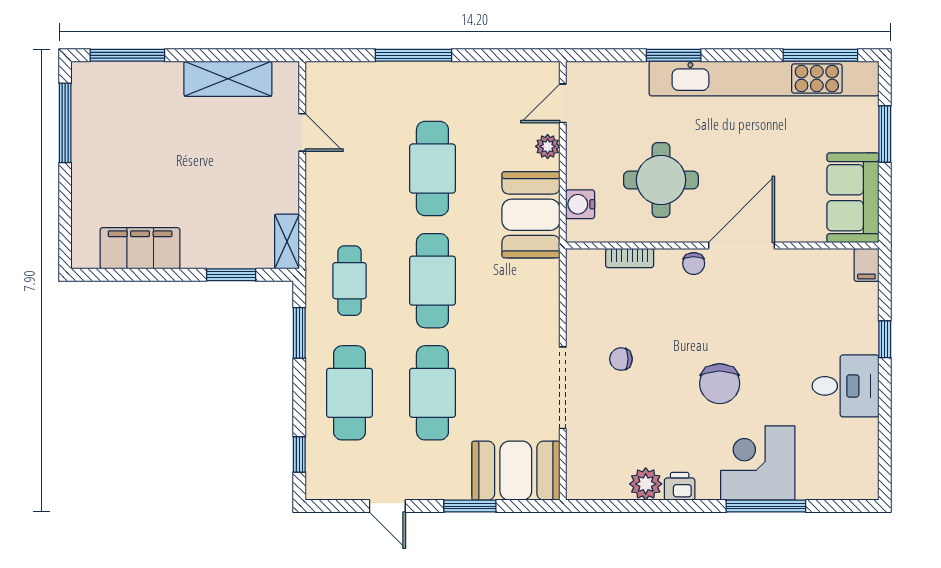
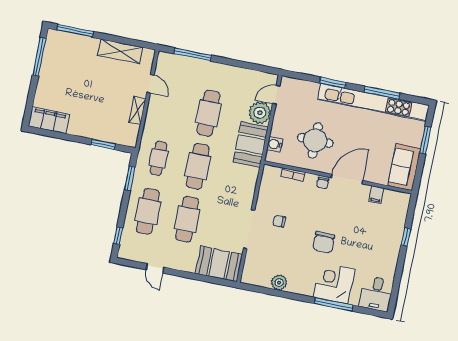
window: (413, 55) -> (193, 54), moved
window: (820, 55) -> (382, 93), moved
plant: (548, 146) -> (260, 113), width x1.87, depth x1.87
shelving: (287, 242) -> (137, 111), moved
filing cabinet: (140, 248) -> (49, 120), moved
filing cabinet: (866, 265) -> (376, 195), moved
desk: (845, 386) -> (376, 294), moved, turned 90
printer: (680, 486) -> (295, 287), removed
window: (470, 506) -> (194, 276), removed

